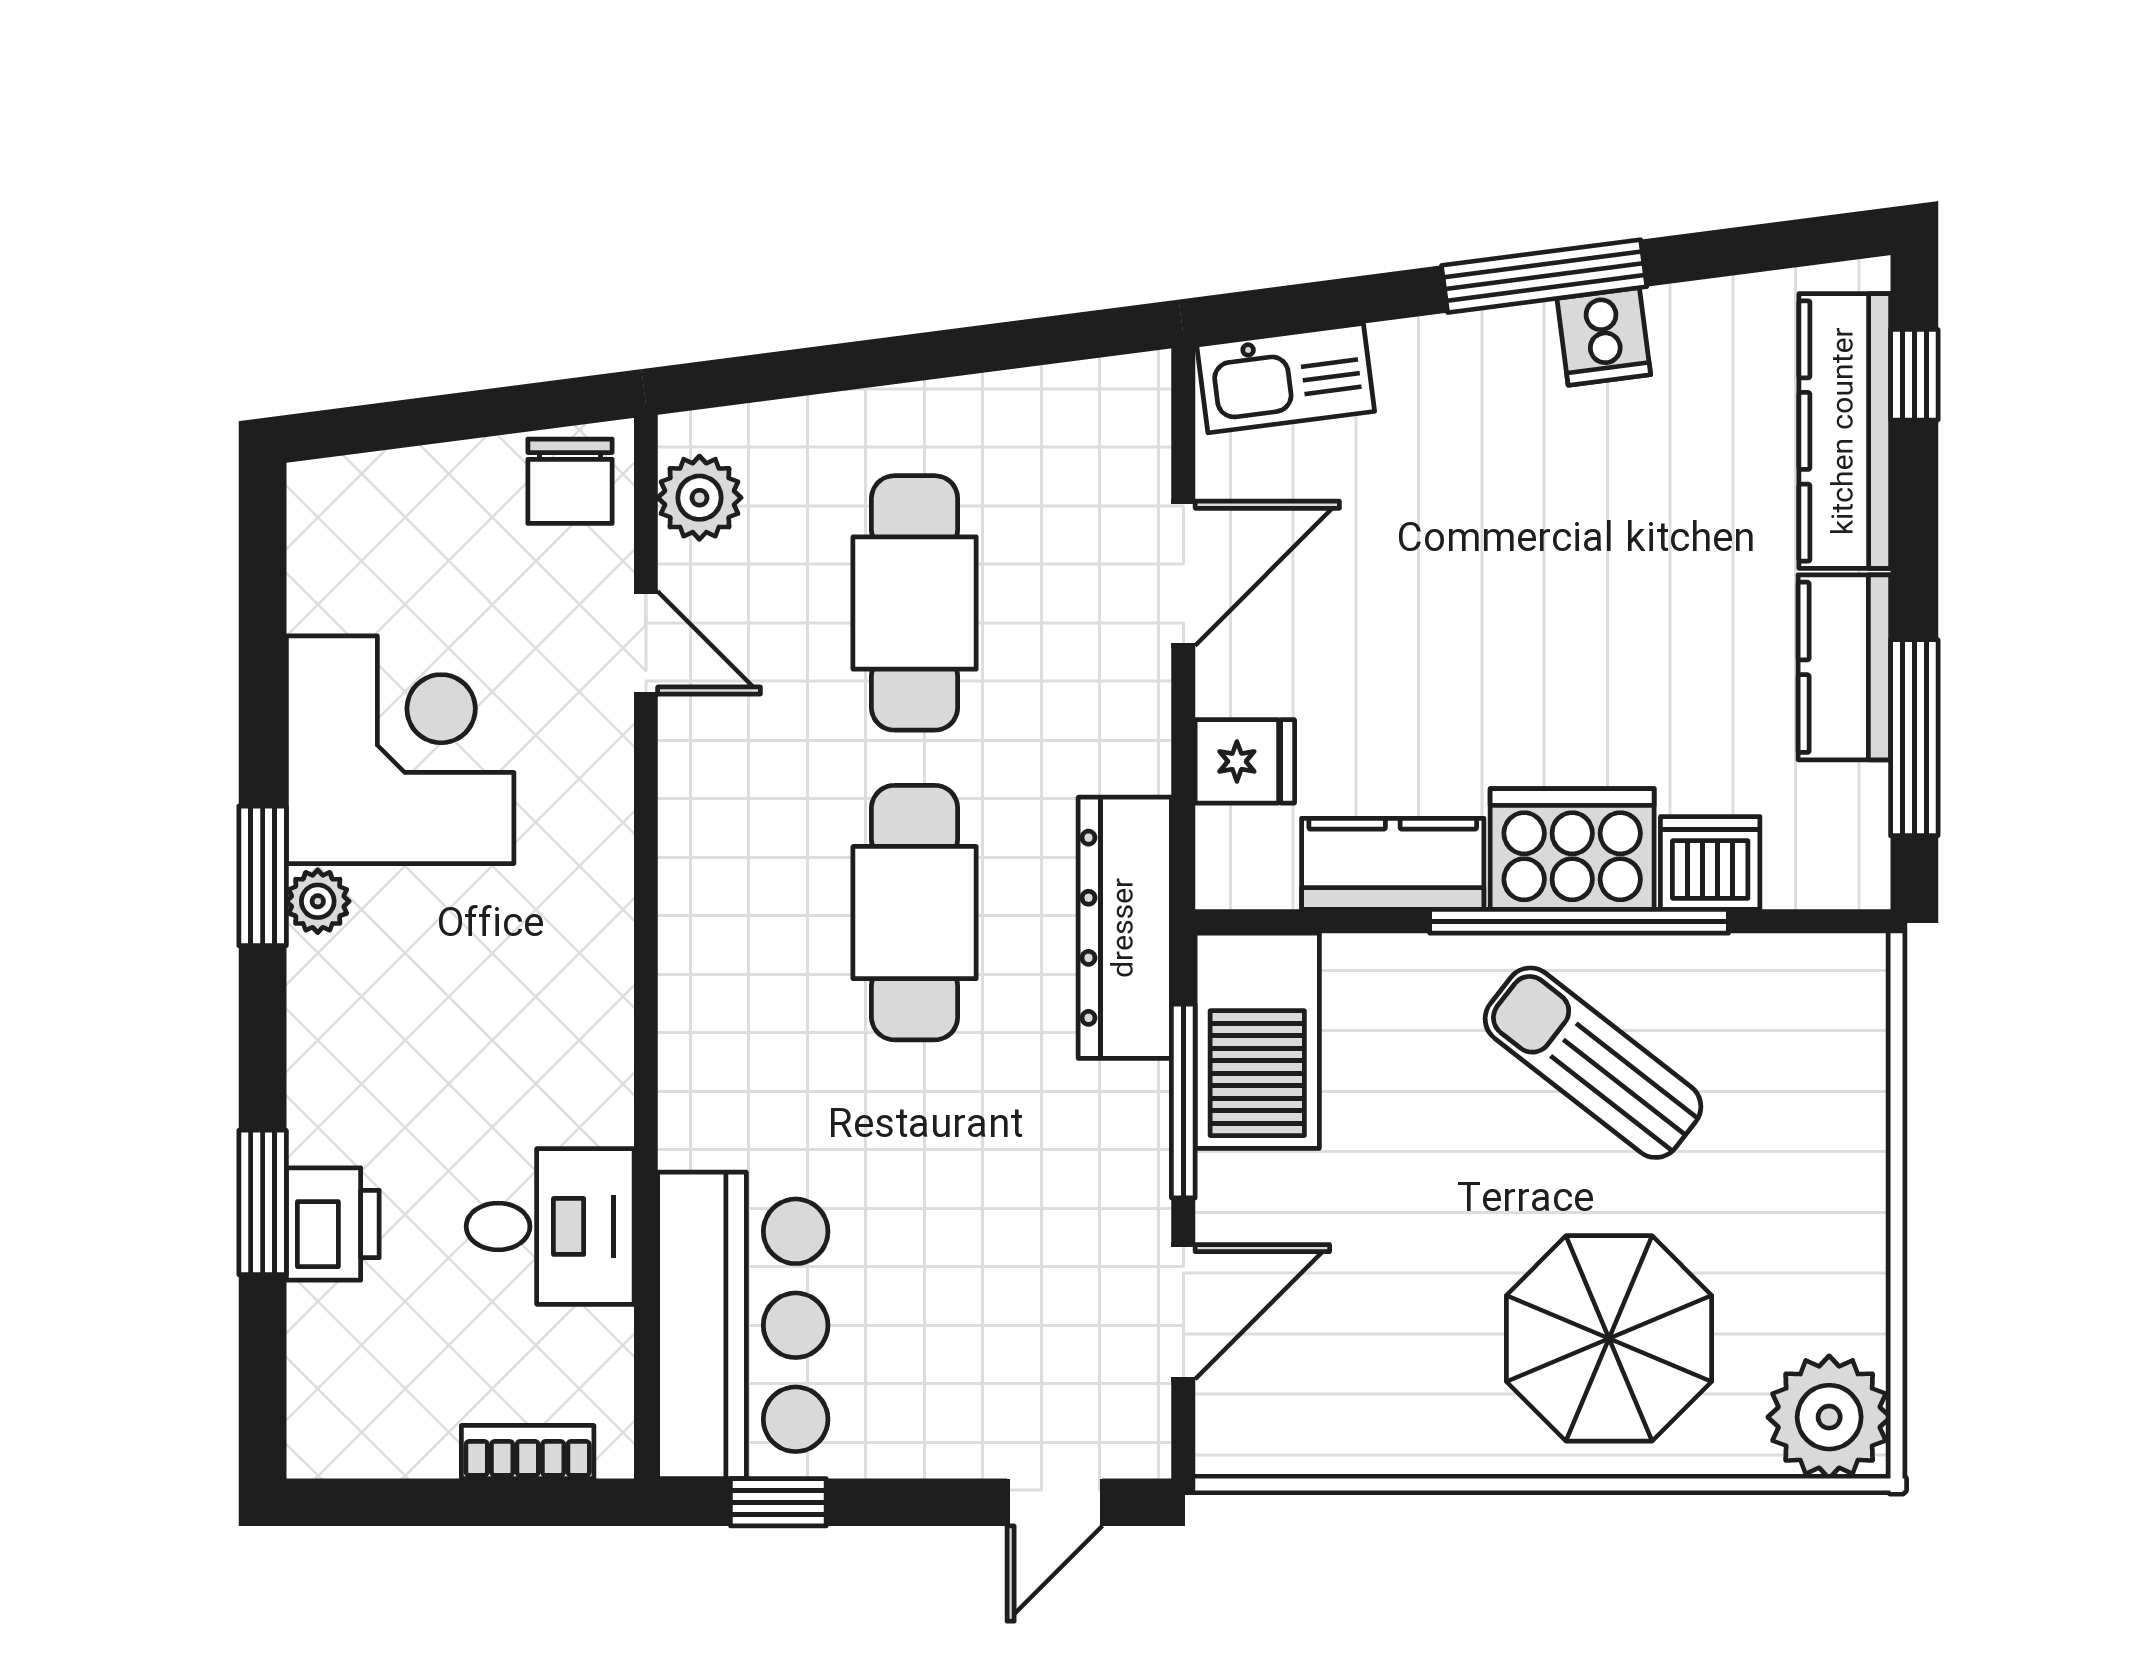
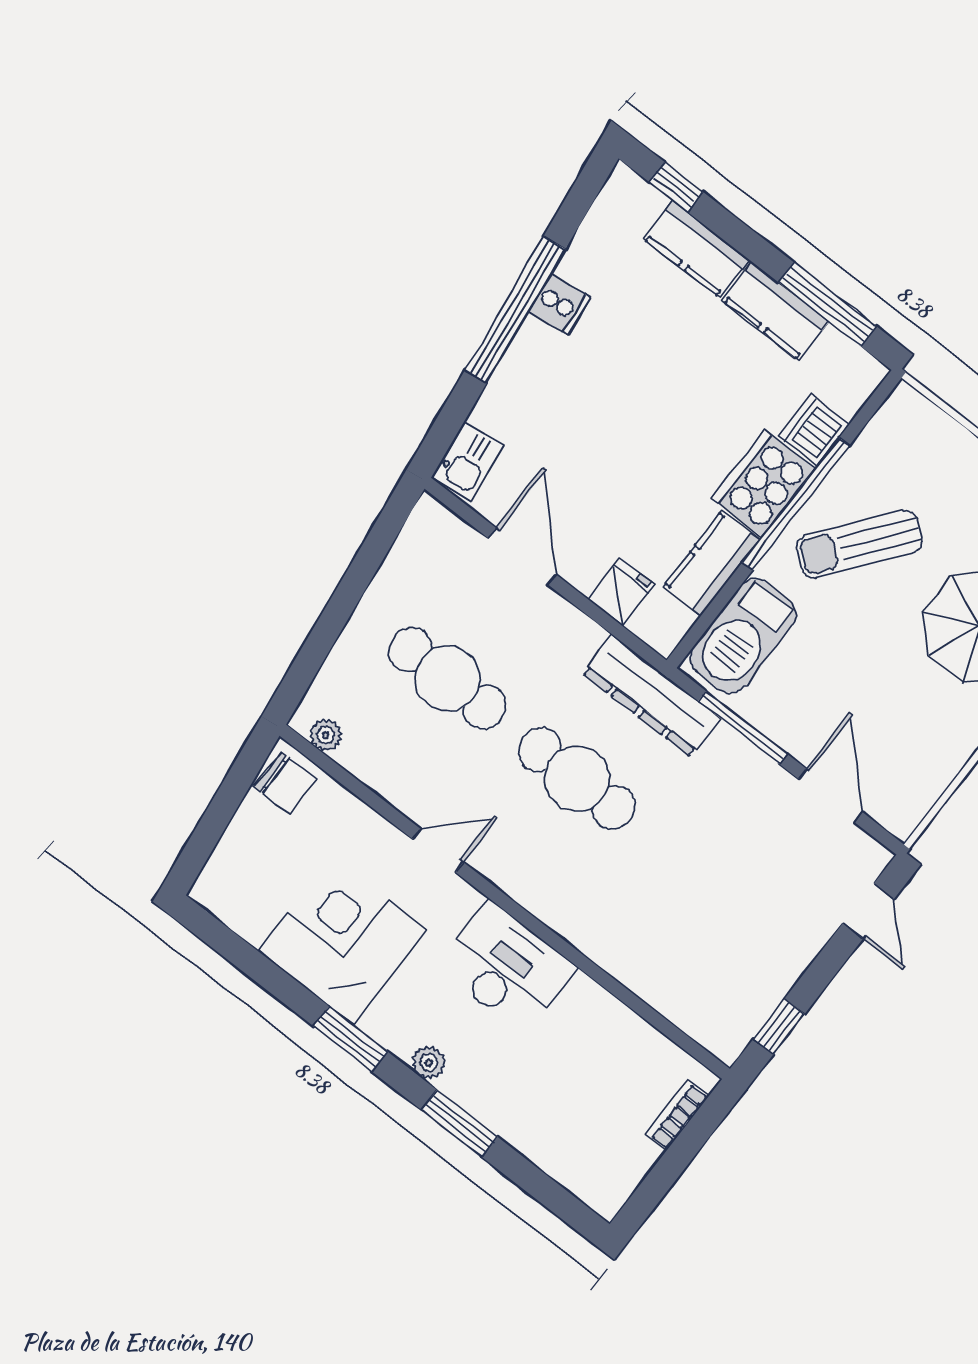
window: (1544, 276) -> (515, 310), width x1.46
kitchen sink: (1286, 378) -> (468, 461), width x0.73
kitchen counter: (1845, 431) -> (696, 249), width x0.67
plant: (699, 498) -> (326, 735), width x0.73, depth x0.73
door: (646, 643) -> (438, 850), moved
plant: (318, 901) -> (429, 1063), moved
barbecue: (1257, 1041) -> (743, 636), moved, turned 90
window: (263, 1202) -> (459, 1123), moved
printer: (333, 1224) -> (519, 1122), removed
desk: (550, 1226) -> (506, 968), moved, width x1.37
bar counter: (743, 1325) -> (694, 984), removed

